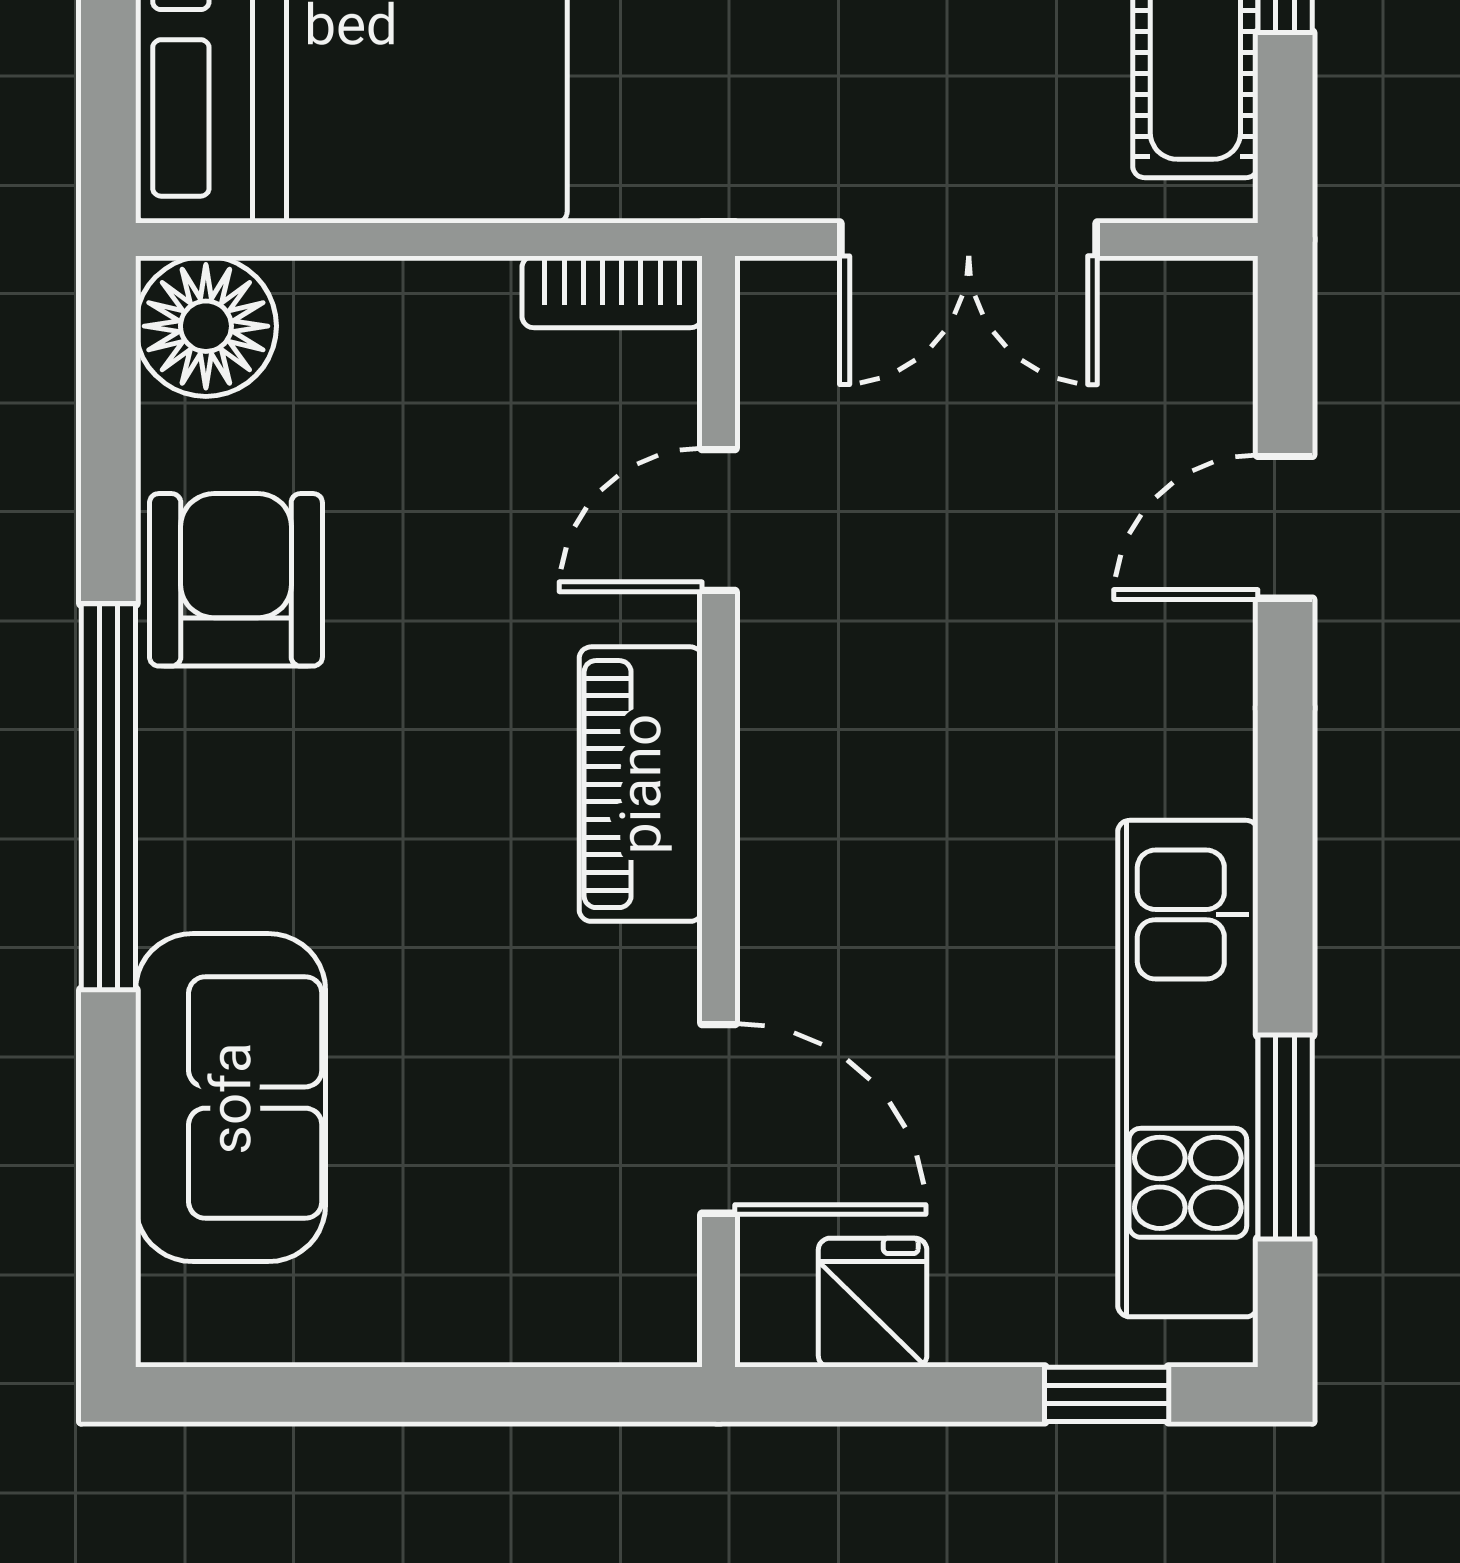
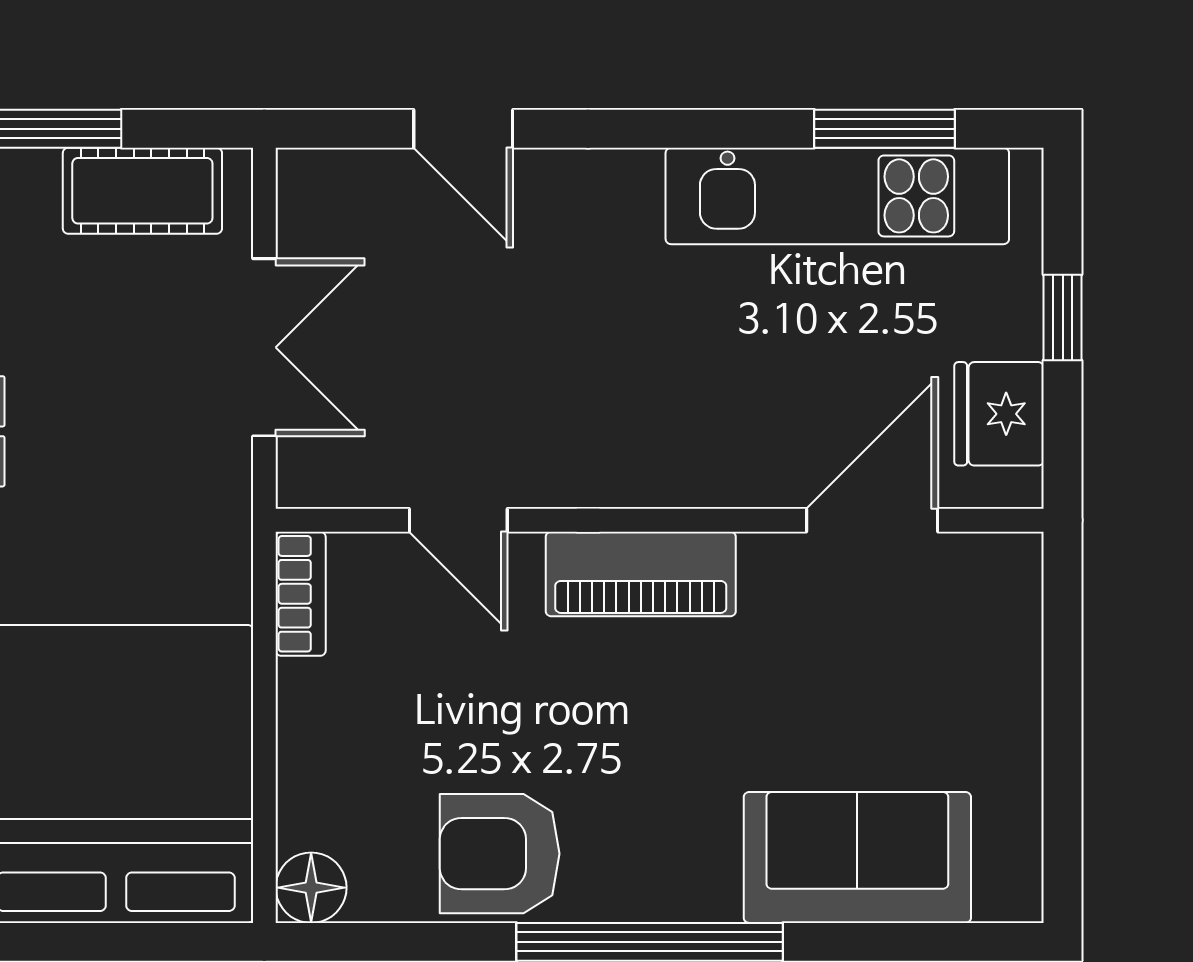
floor lamp: (206, 326) -> (311, 888), width x0.73, depth x0.73
fridge: (873, 1303) -> (999, 414), width x1.38
window: (1107, 1394) -> (1063, 317), moved

